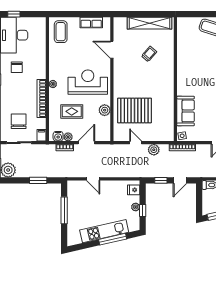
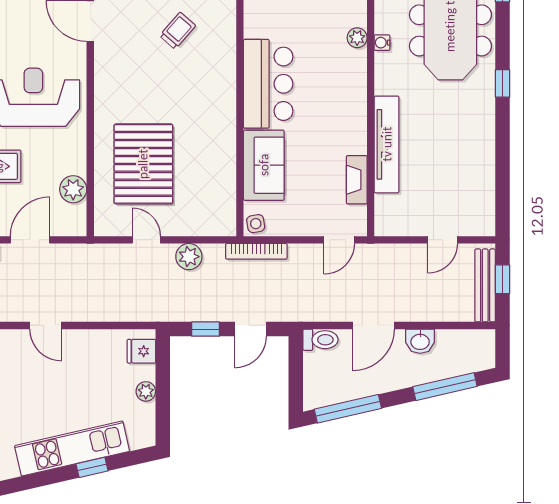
bar counter: (187, 76) -> (268, 84), added
plant: (105, 110) -> (73, 189), moved
pallet: (134, 110) -> (143, 164), turned 90
window: (143, 210) -> (163, 400), removed
window: (113, 239) -> (92, 467), width x0.46

